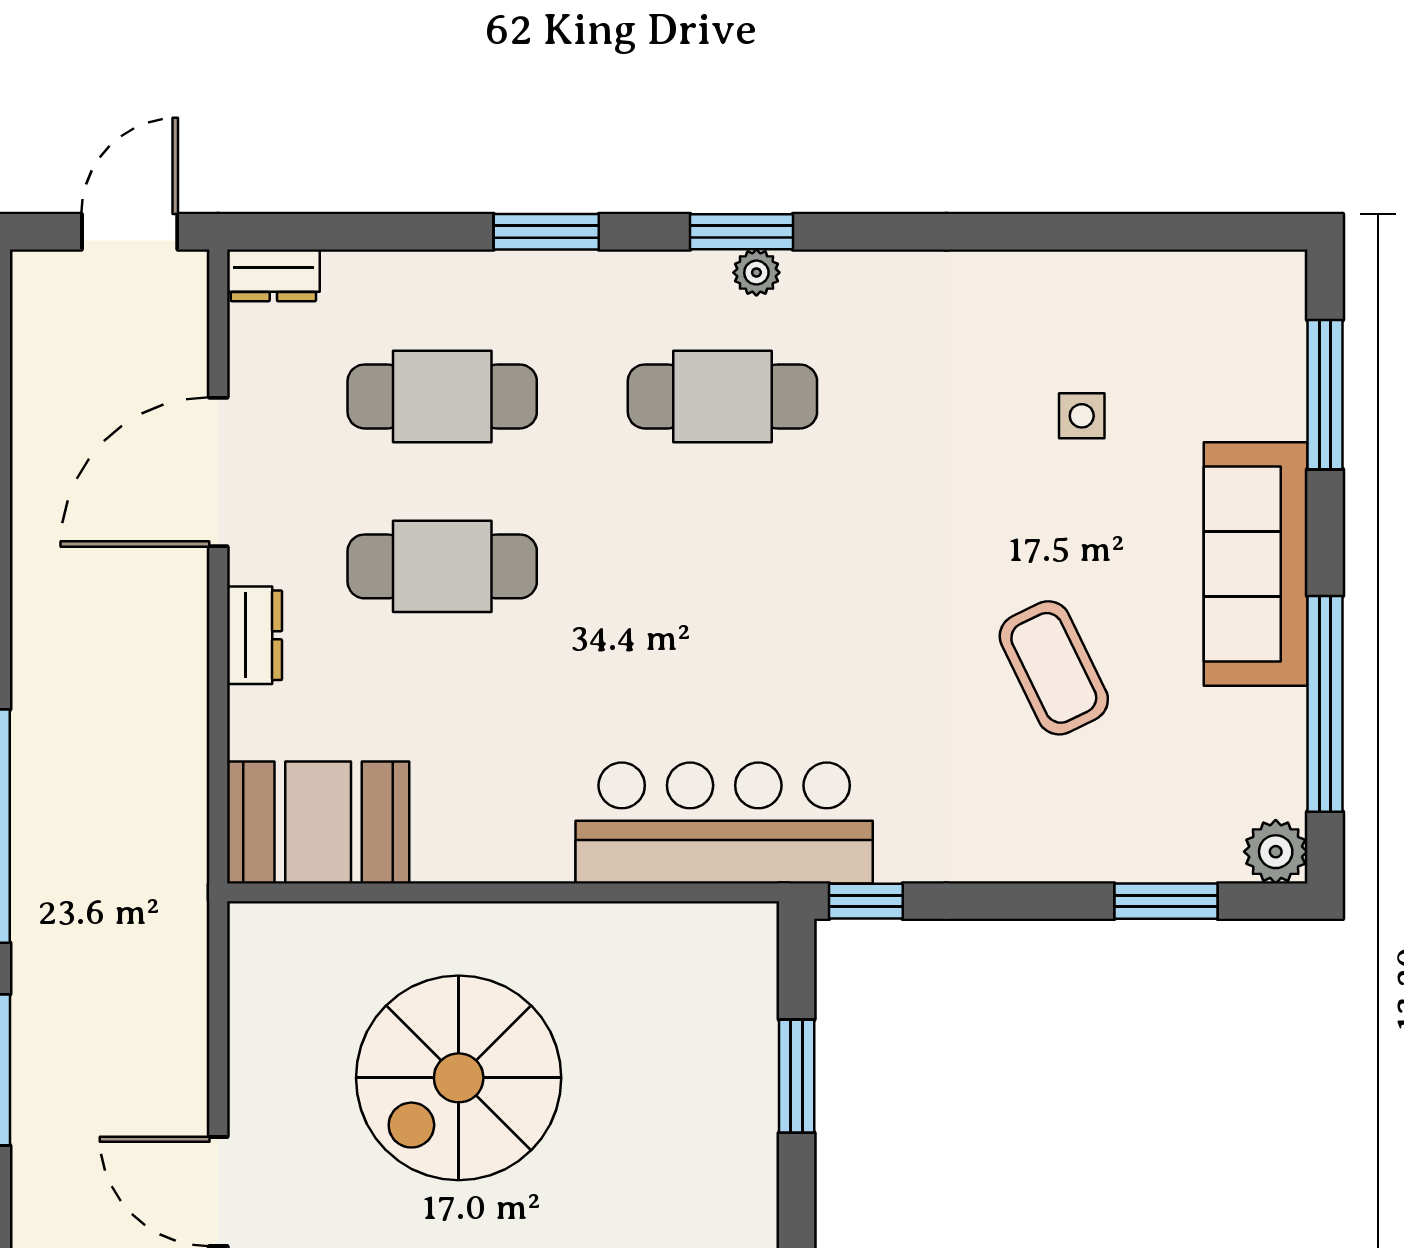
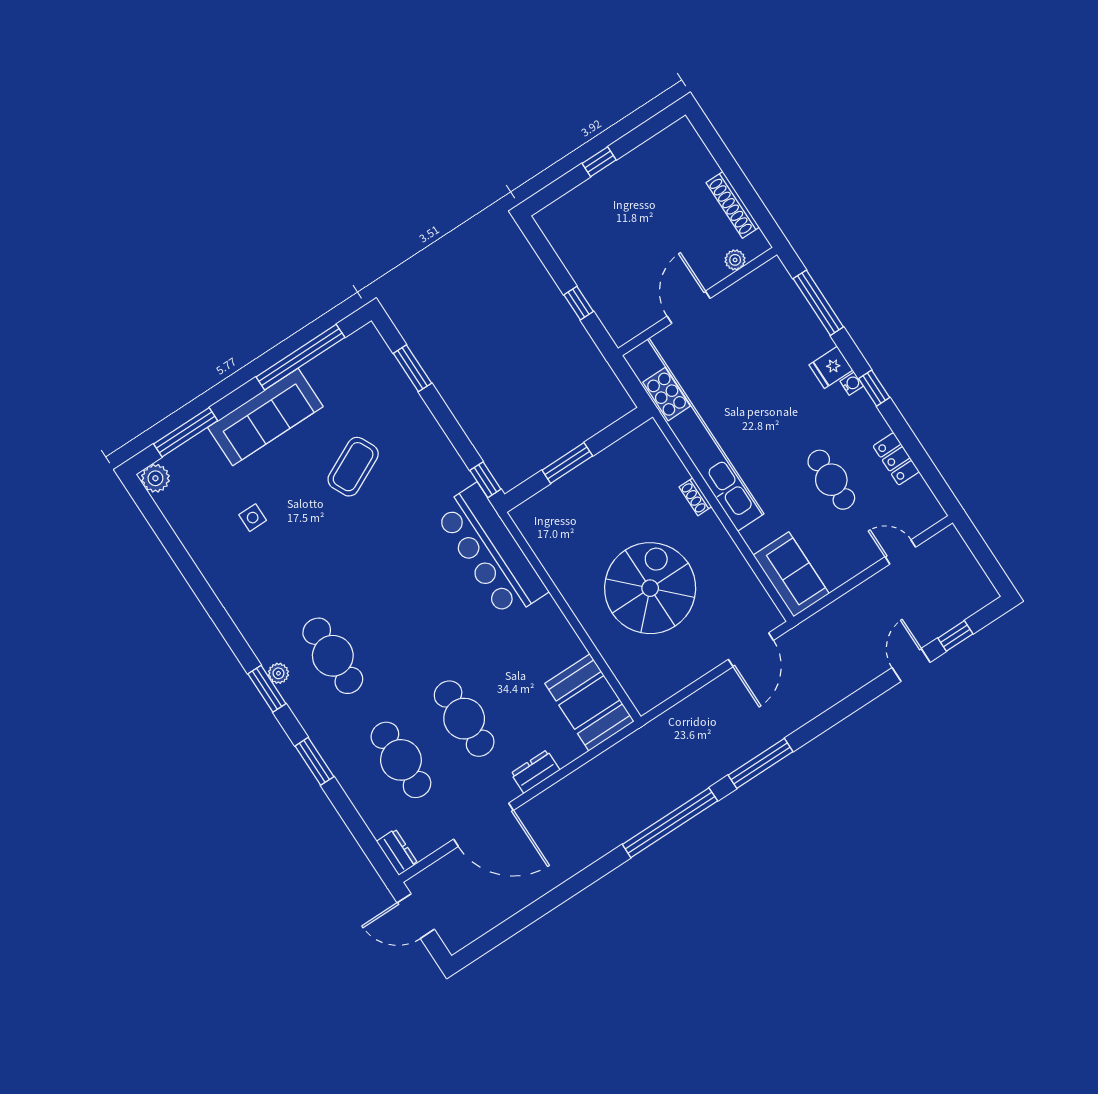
plant: (1276, 852) -> (155, 478), moved
spiral stairs: (459, 1078) -> (650, 588), turned -90

